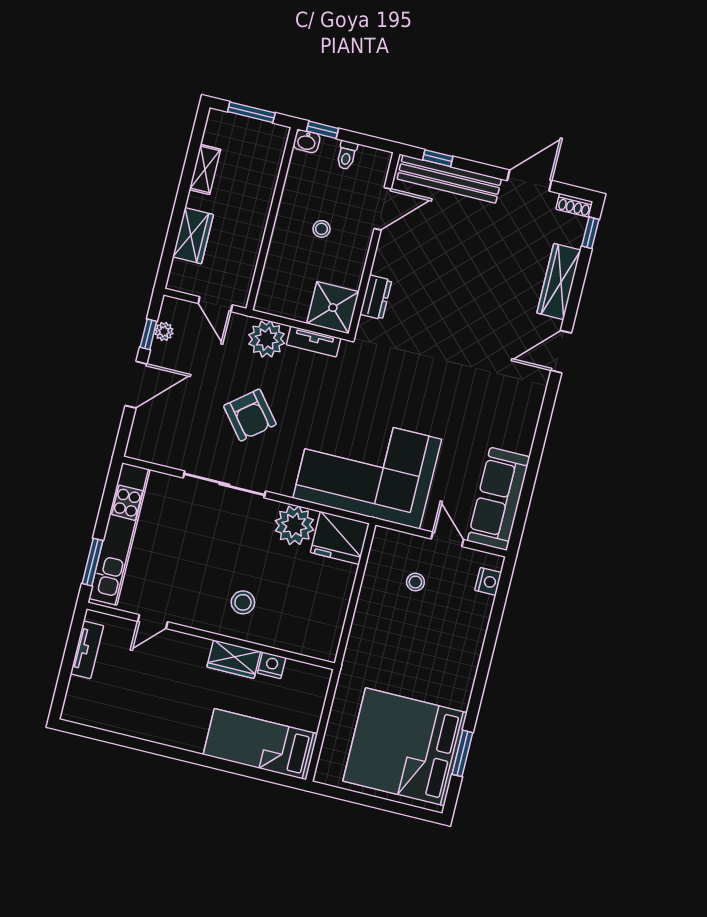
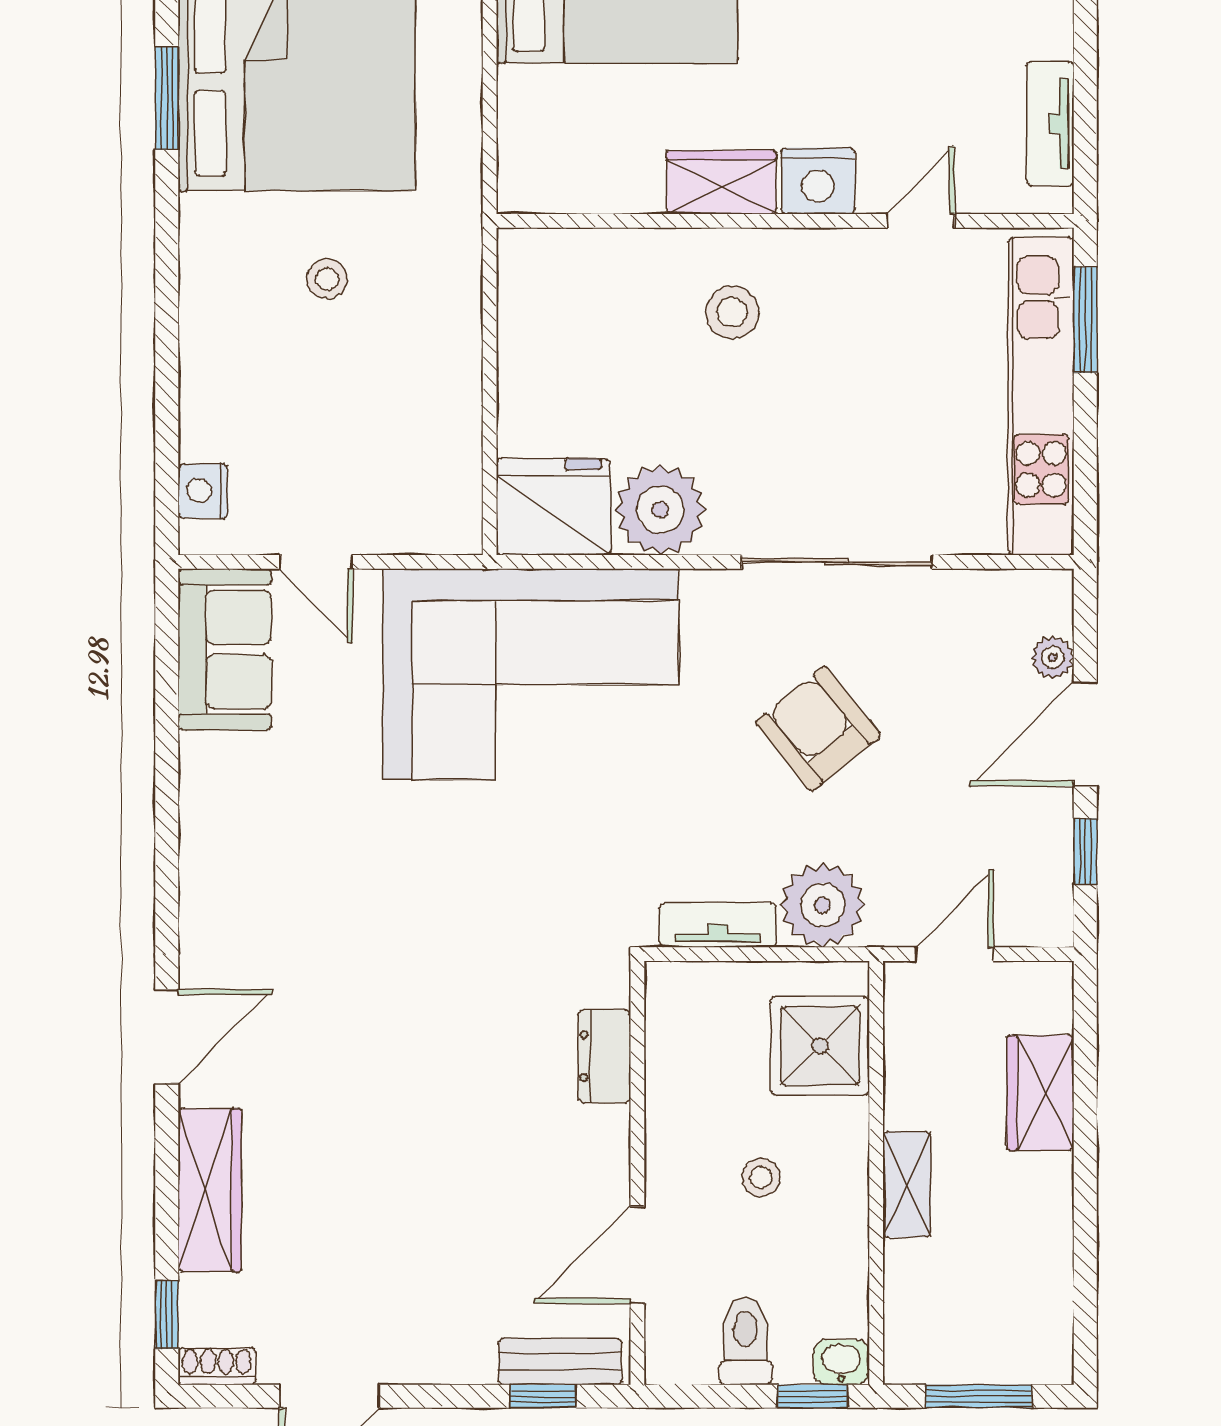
toilet: (347, 155) -> (746, 1341), width x1.37, depth x1.39
shelving: (205, 169) -> (907, 1184), moved
bench: (449, 179) -> (560, 1361), width x0.54, depth x0.82
door: (215, 304) -> (955, 954), hinge flipped
shower: (333, 308) -> (820, 1046), moved
plant: (164, 331) -> (1053, 657), moved
sofa: (499, 499) -> (225, 649), width x0.73
stool: (415, 582) -> (327, 279), moved
nightstand: (272, 665) -> (818, 181), moved, width x1.36, depth x1.33

